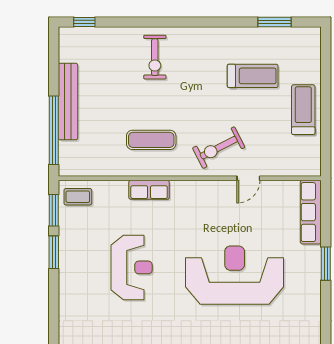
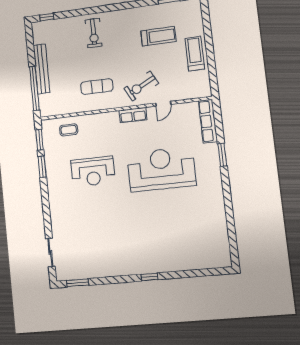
row of seats: (149, 190) -> (133, 115), moved
coffee table: (78, 197) -> (69, 130), moved
reception desk: (132, 267) -> (93, 171), turned 90

